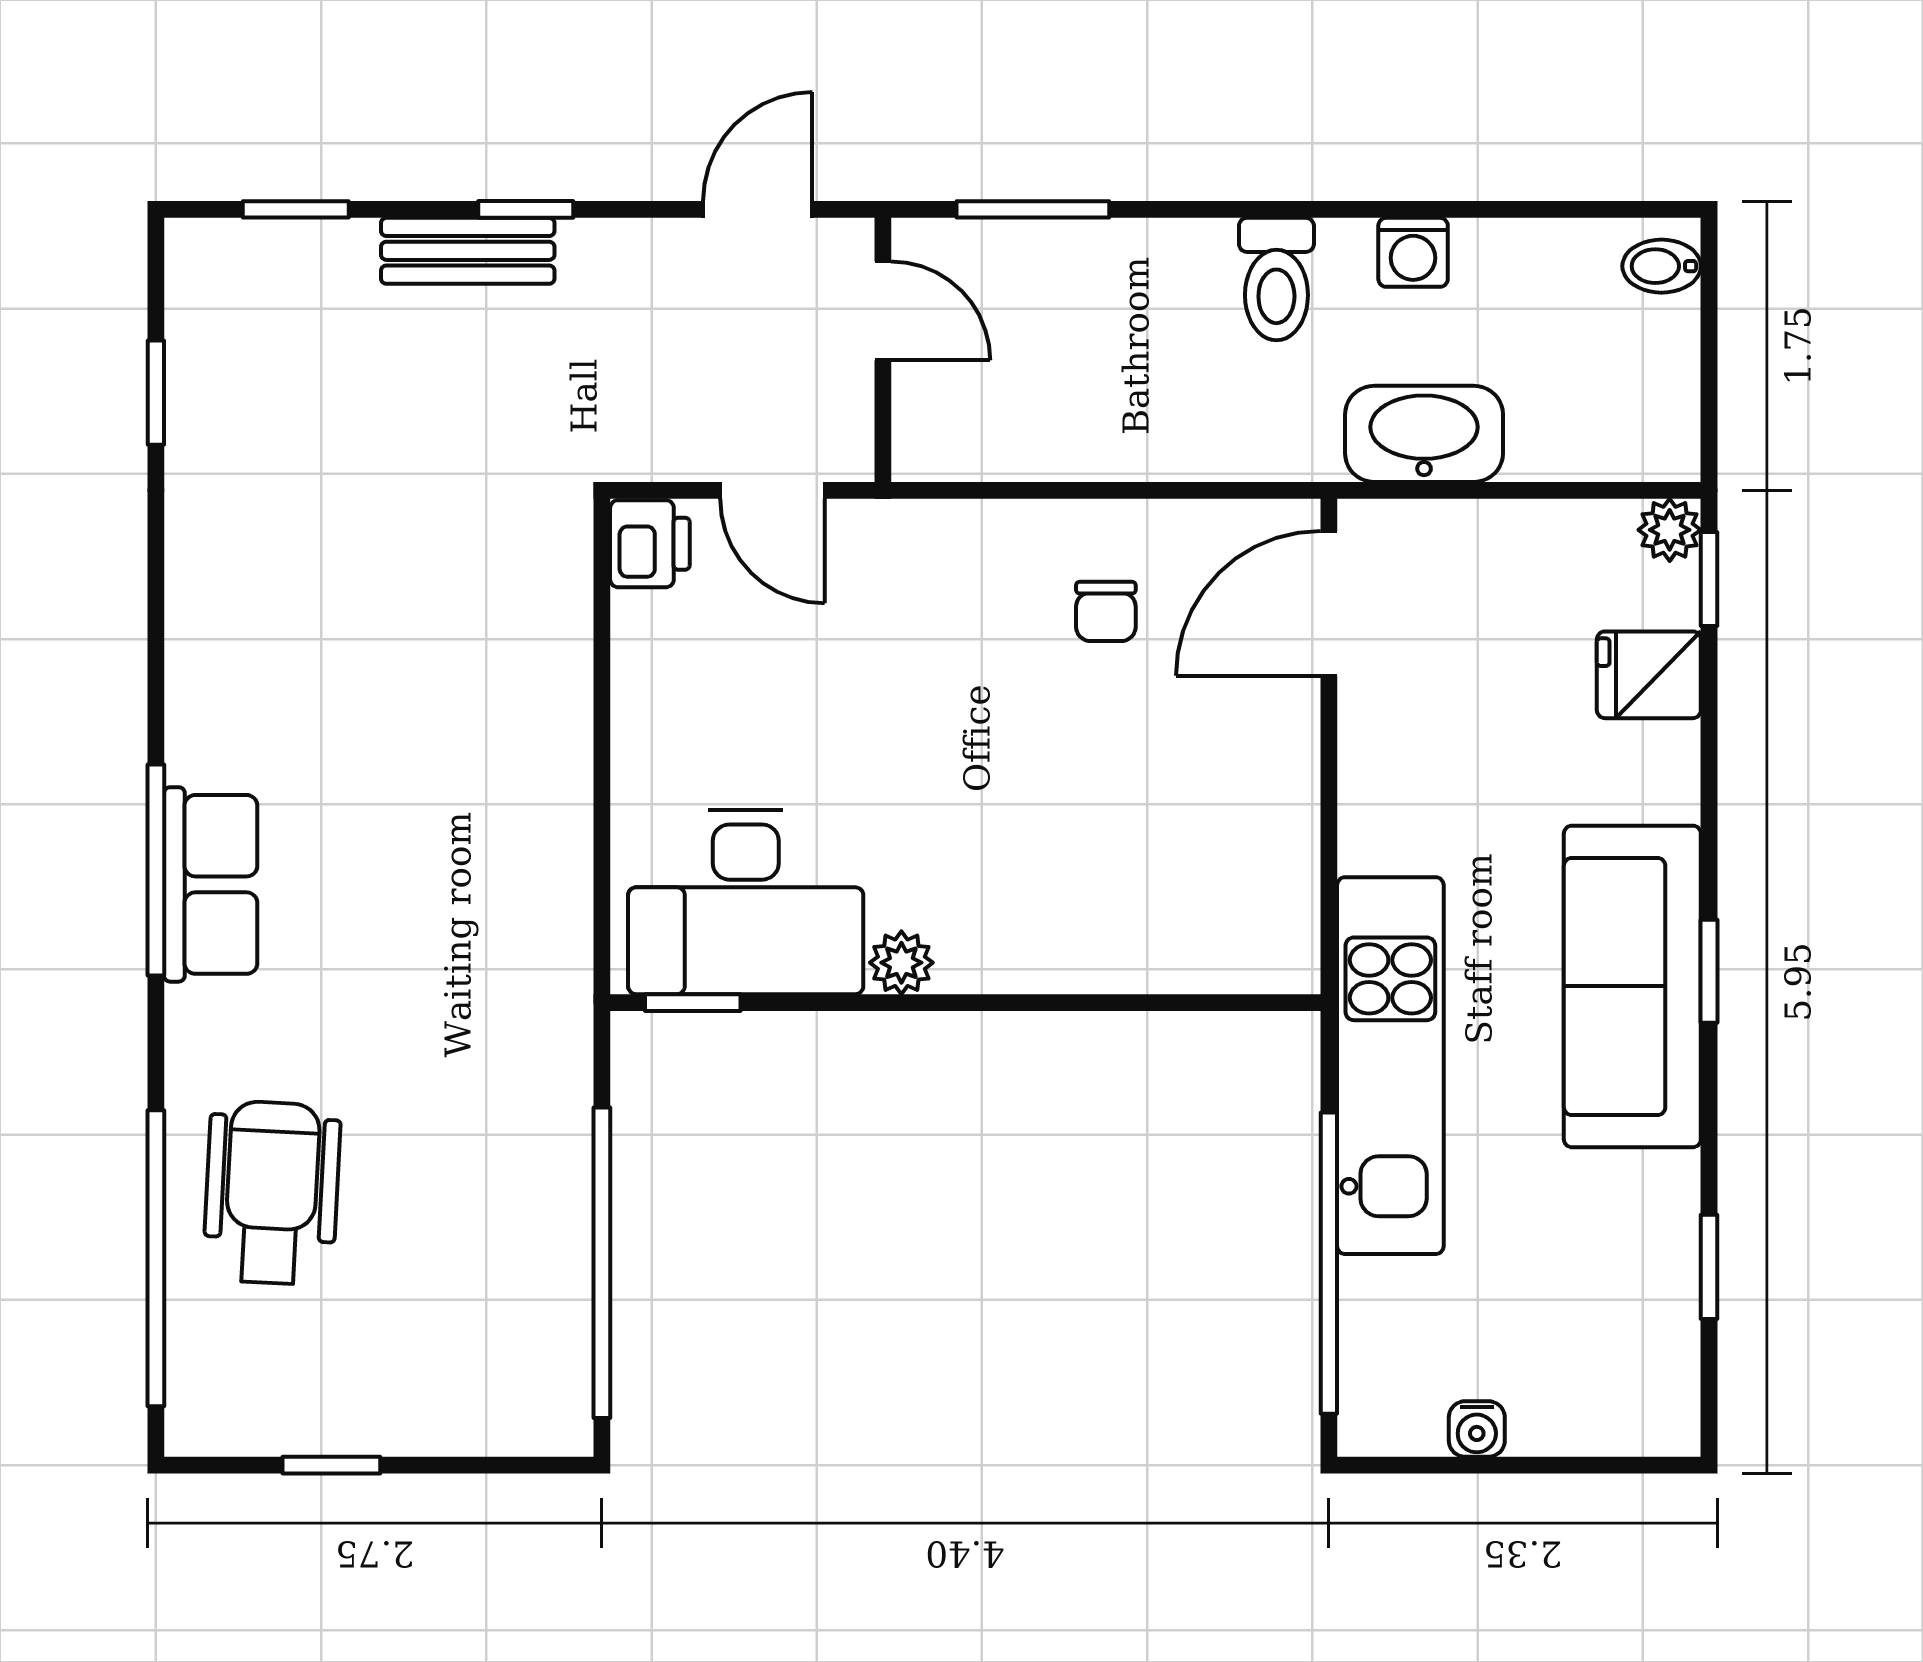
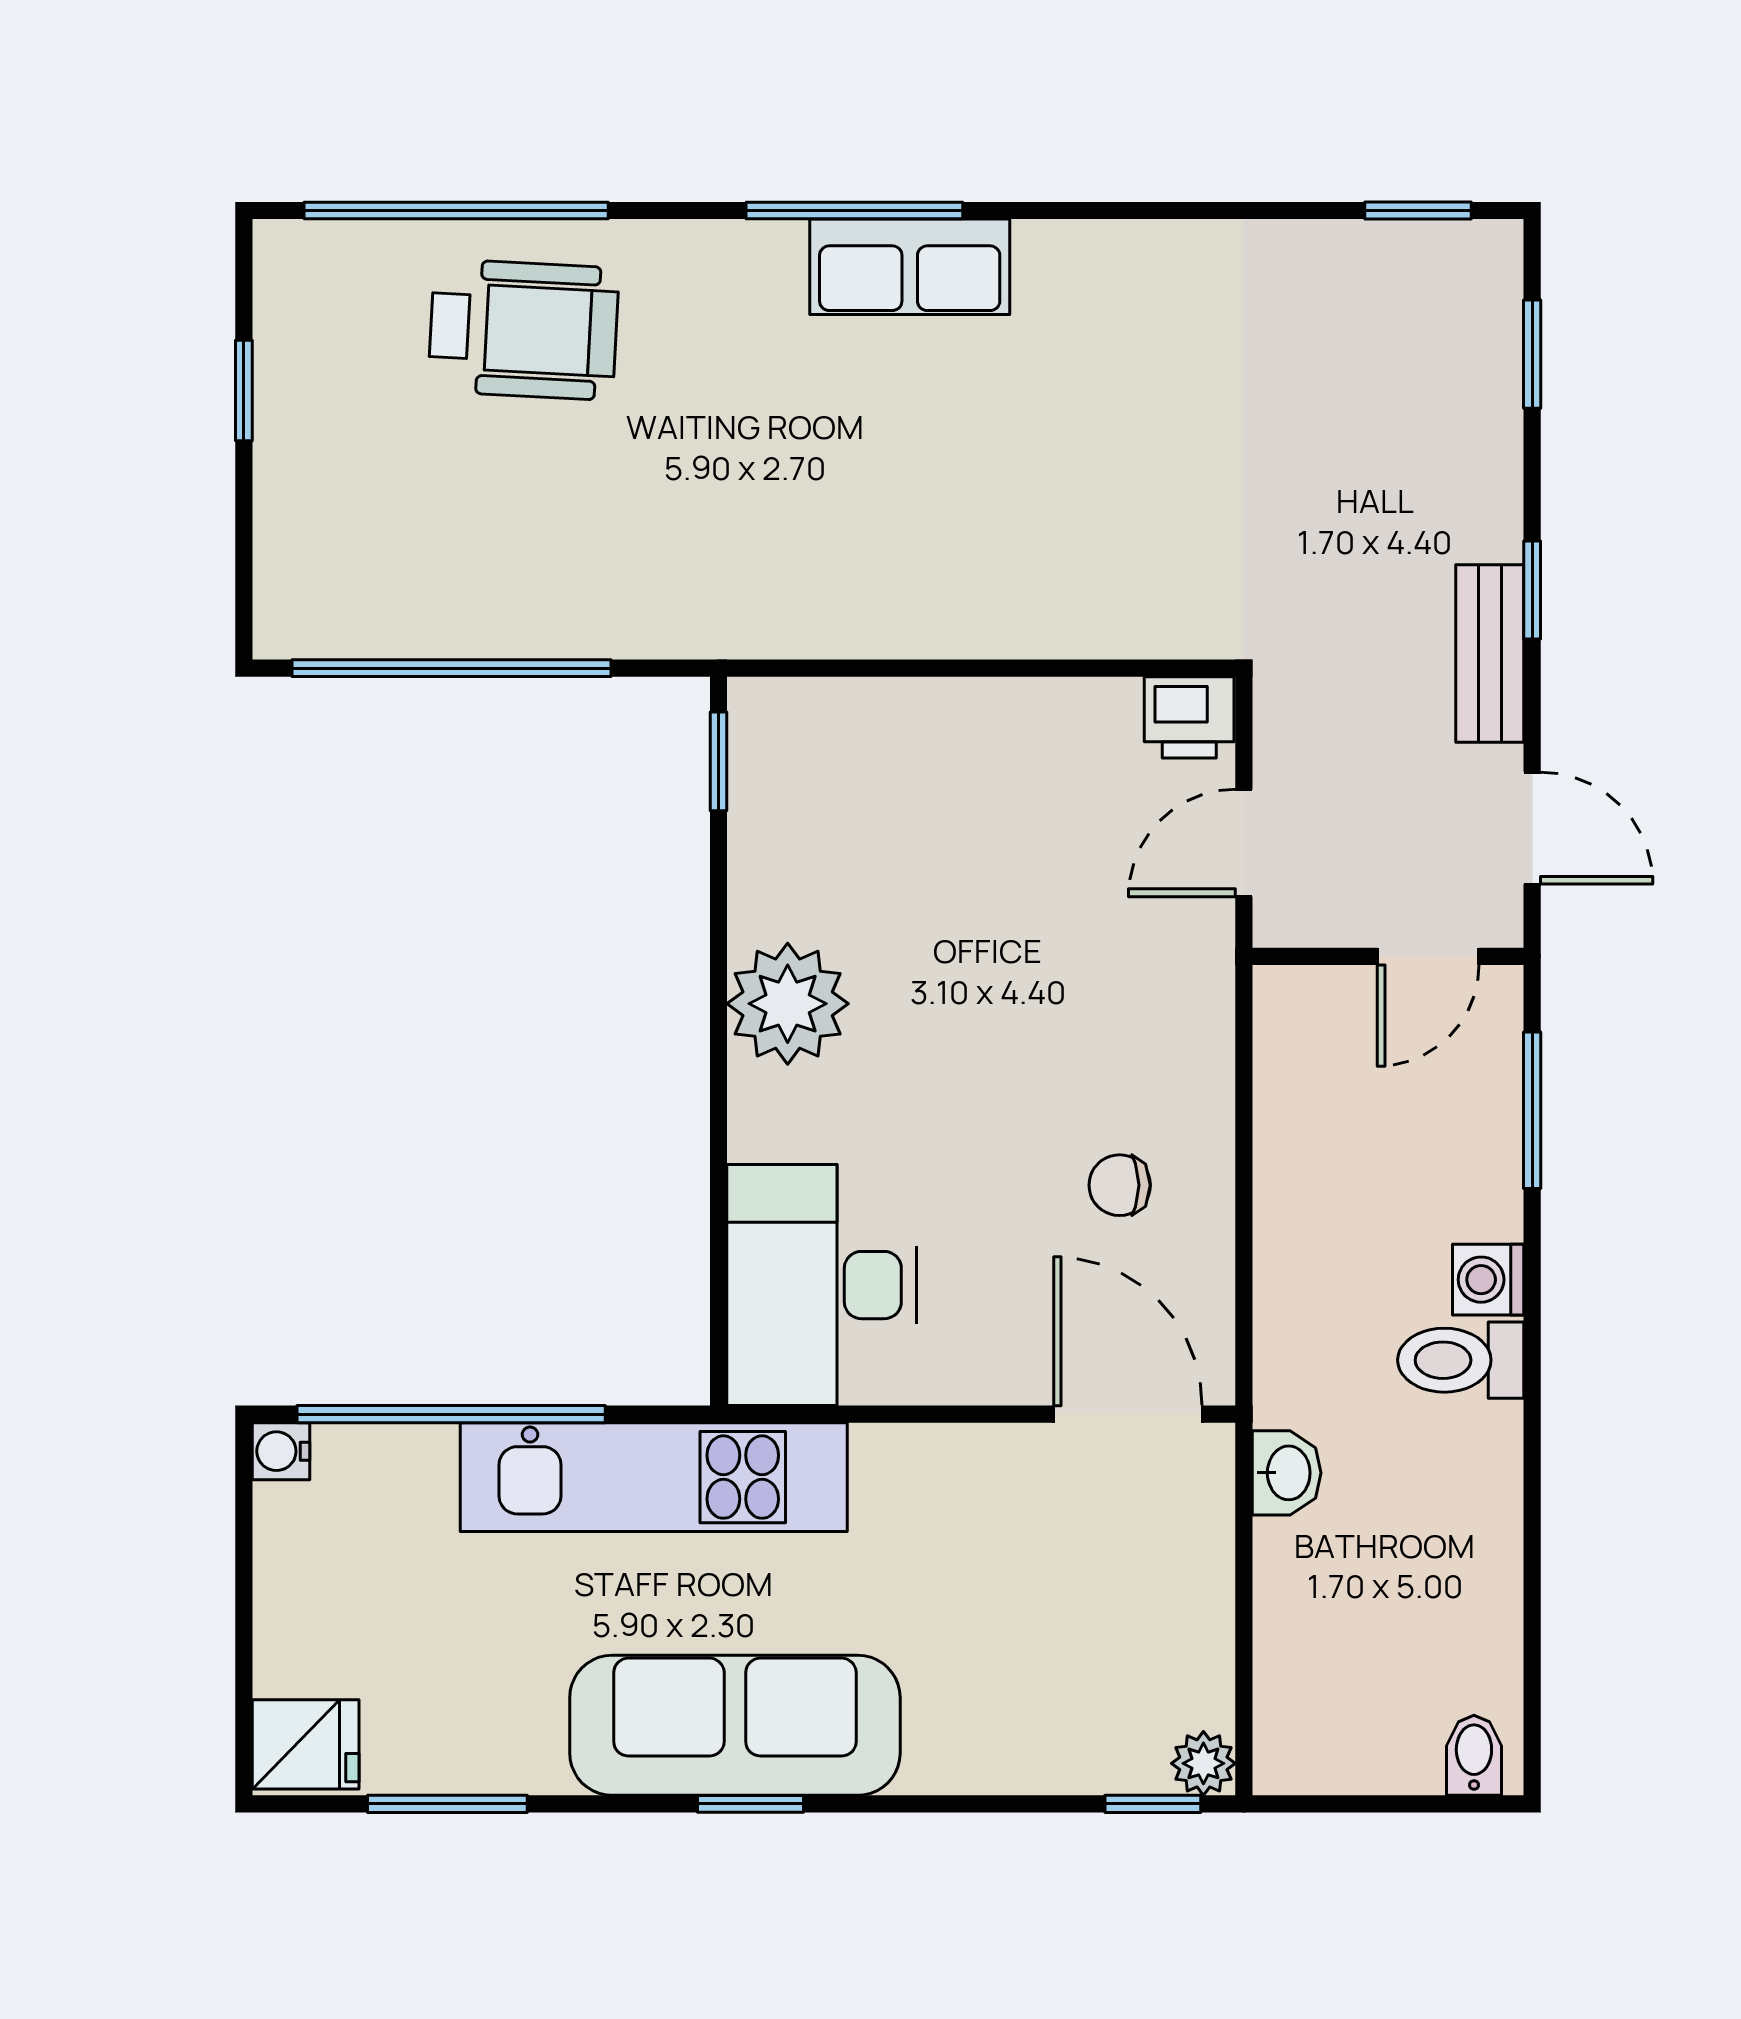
bench: (468, 251) -> (1490, 653), moved
washing machine: (1413, 252) -> (1488, 1280), moved
window: (156, 393) -> (1418, 211), moved
washbasin: (1424, 434) -> (1287, 1473), width x0.52, depth x0.69
fridge: (1649, 675) -> (306, 1744), moved, turned 90
row of seats: (211, 884) -> (910, 267), moved
desk: (746, 902) -> (822, 1285), moved
plant: (901, 963) -> (788, 1004), width x1.88, depth x1.88
window: (1709, 1267) -> (447, 1804), width x1.50
water cooler: (1477, 1429) -> (281, 1451), moved

